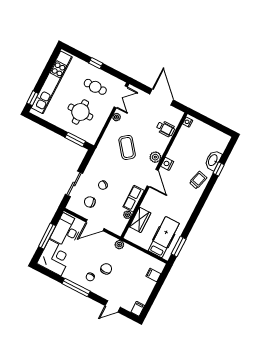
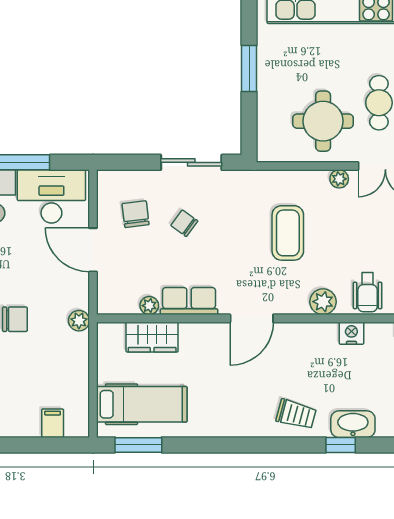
round table: (80, 112) -> (323, 121), moved
window: (75, 139) -> (249, 69), moved
coffee table: (127, 147) -> (288, 233), turned -52
plant: (155, 157) -> (323, 302), moved
nightstand: (167, 164) -> (351, 333), moved
sliding door: (74, 184) -> (191, 162), moved

